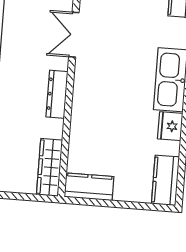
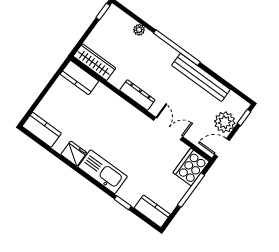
kitchen counter: (89, 187) -> (79, 78), moved, turned 90

